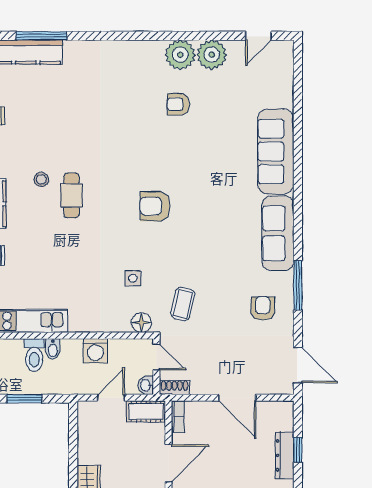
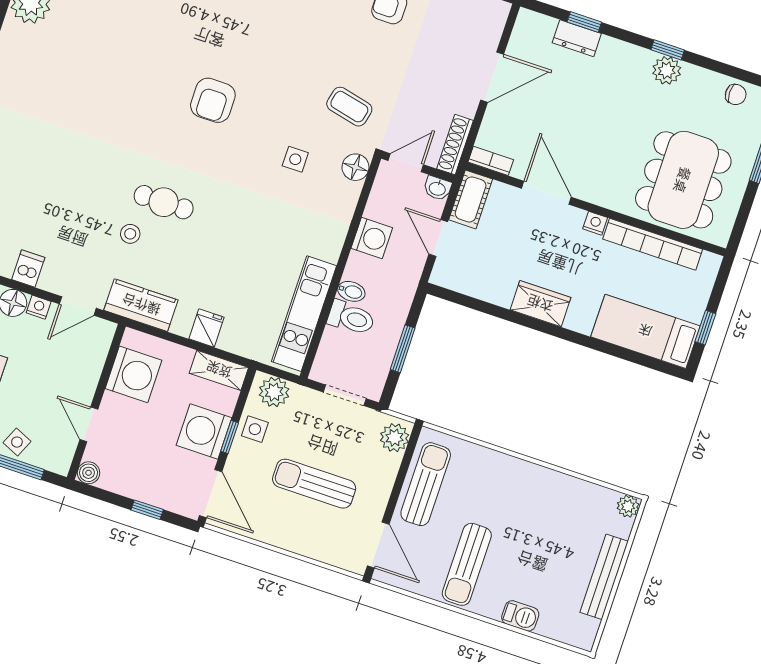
armchair: (178, 104) -> (93, 27), removed
shoe rack: (174, 387) -> (455, 145), width x1.43
dresser: (285, 455) -> (577, 38), width x0.70

